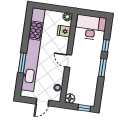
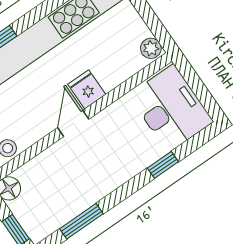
fridge: (64, 31) -> (87, 89), moved
window: (103, 68) -> (81, 221), moved

